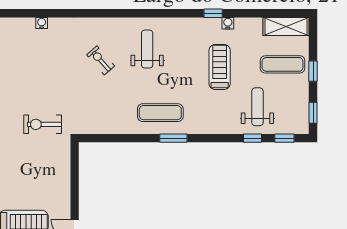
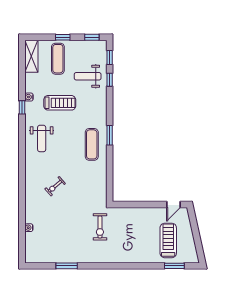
weight bench: (147, 49) -> (42, 138), moved, turned -90
treadmill: (220, 67) -> (60, 103), turned 180

